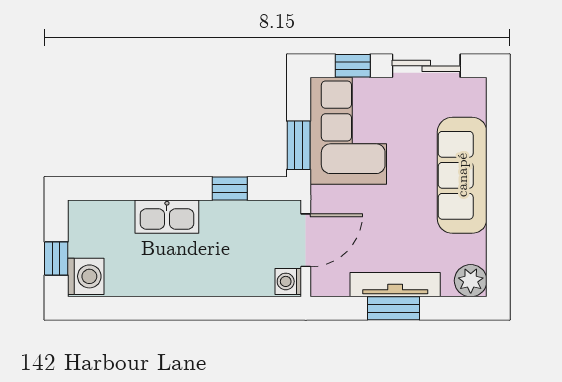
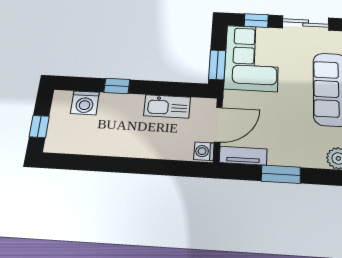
window: (230, 188) -> (117, 86), moved
kitchen sink: (167, 217) -> (167, 106), moved
washing machine: (86, 276) -> (85, 103), moved, turned 90
tv unit: (395, 285) -> (243, 156), moved, width x0.71

